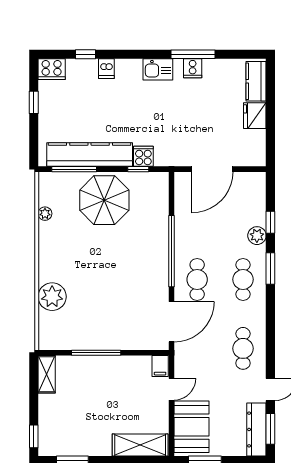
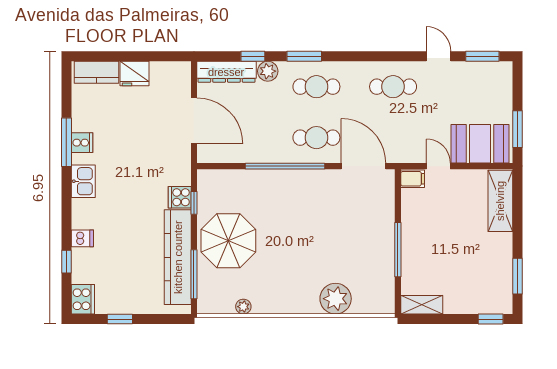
dresser: (256, 429) -> (226, 72), moved

